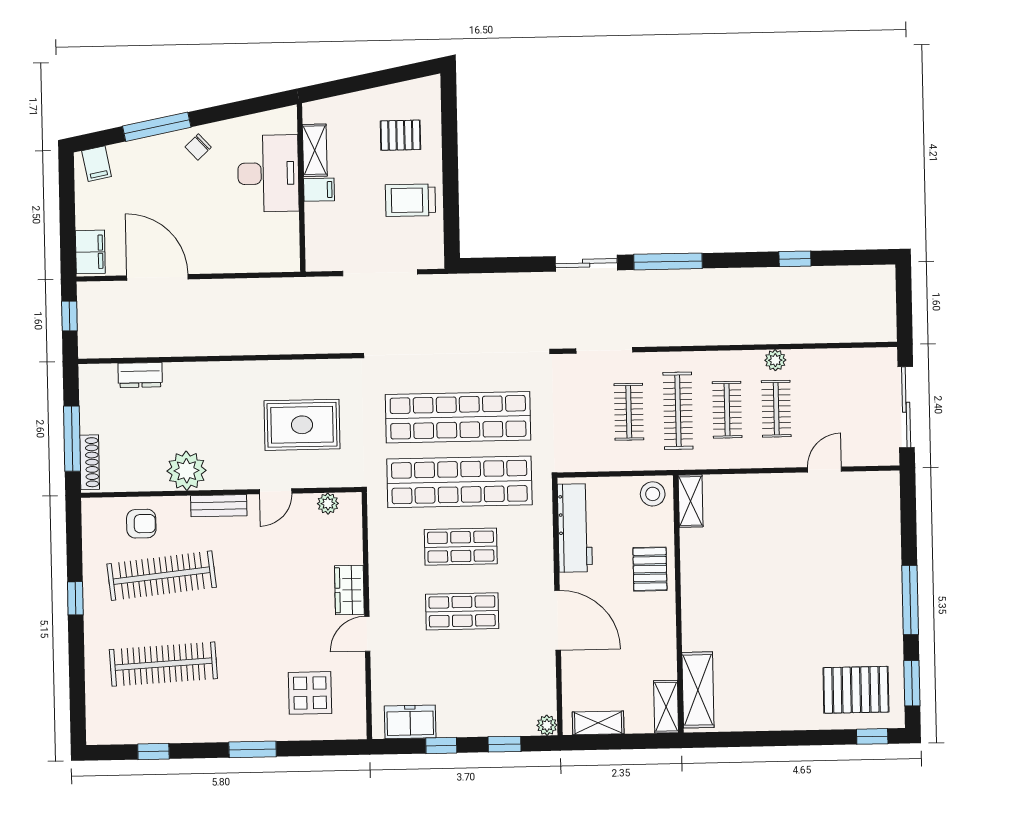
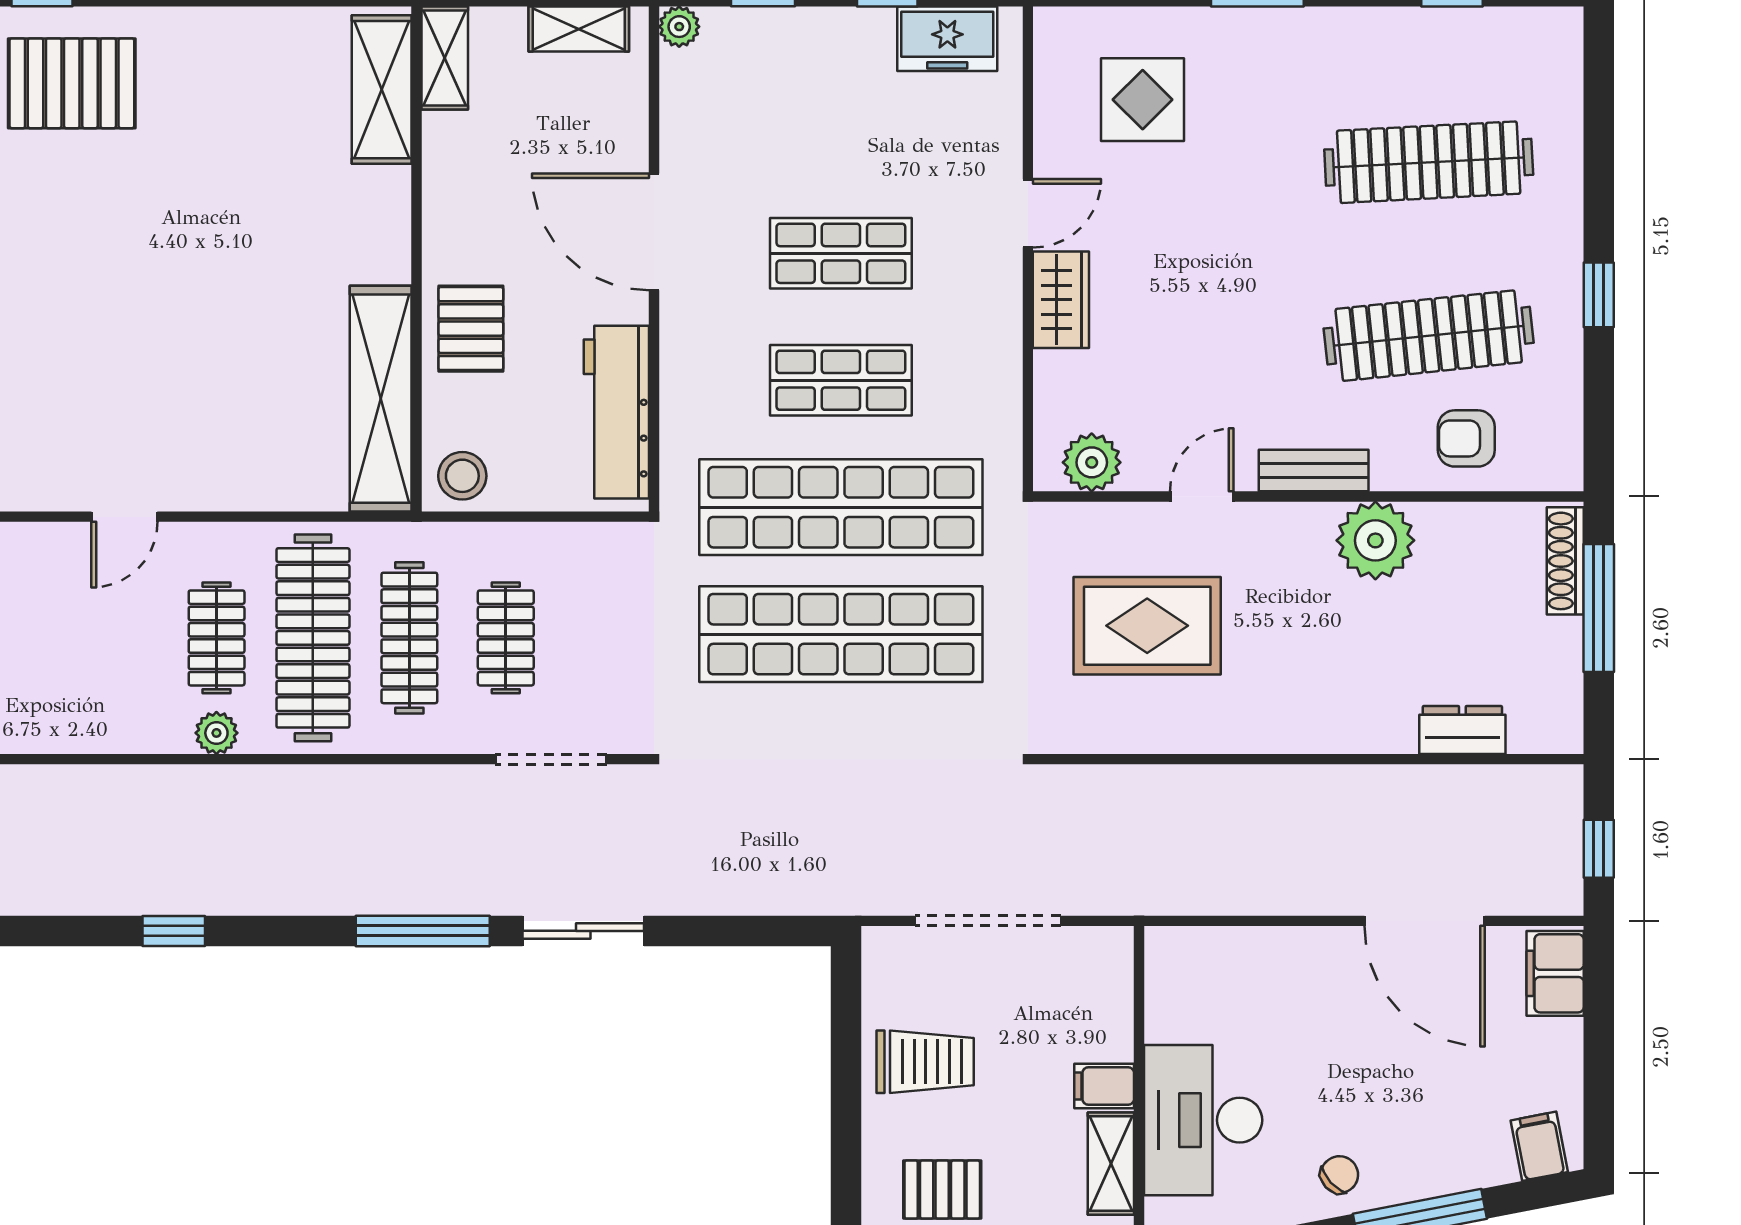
clothes rail: (727, 410) -> (313, 638), width x1.86, depth x1.31
shelving: (691, 501) -> (381, 399), width x2.20, depth x1.33
plant: (328, 504) -> (1092, 462), width x1.38, depth x1.38

